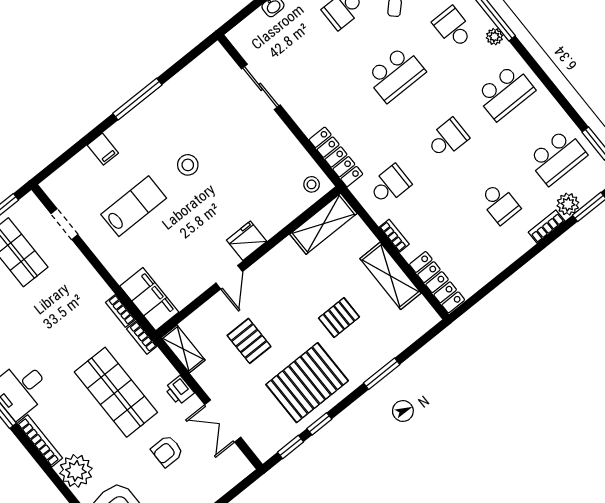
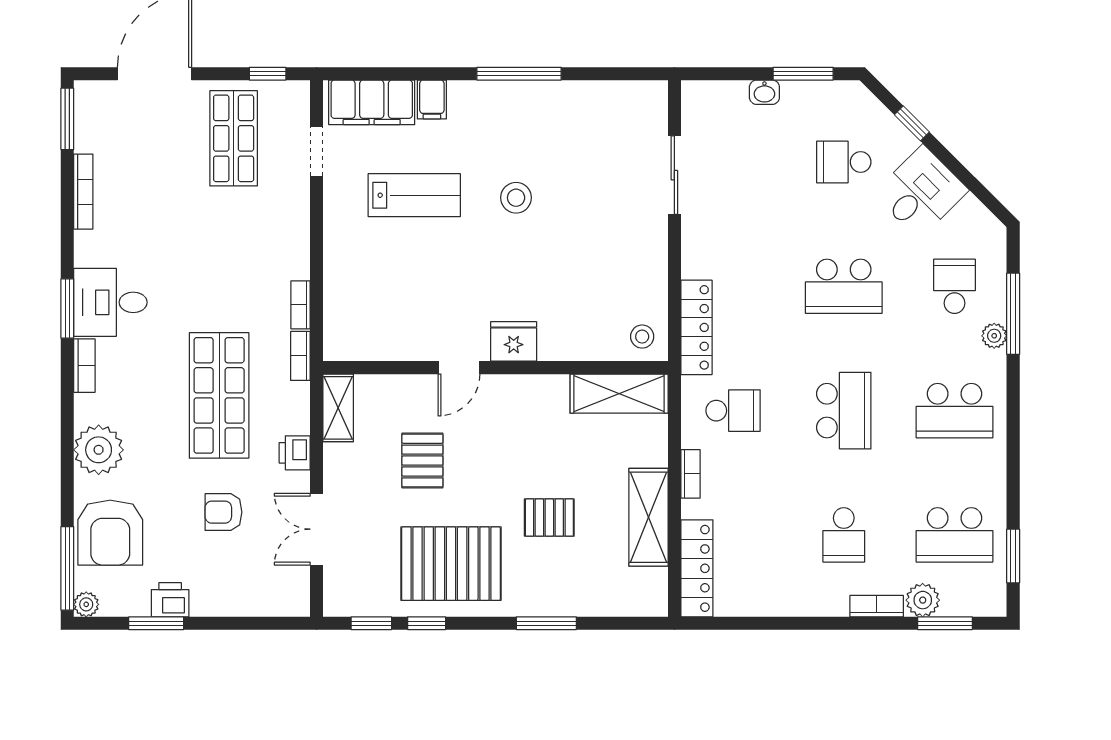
school desk: (447, 139) -> (844, 411), width x1.85
filing cabinet: (149, 299) -> (372, 102), moved, turned 90
bookcase: (40, 441) -> (84, 366), width x0.64

